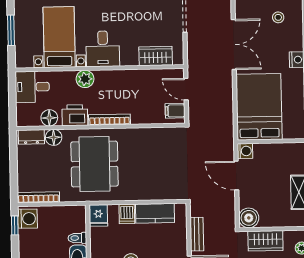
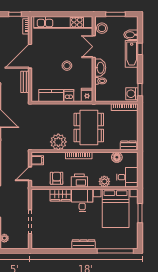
bed with nightstands: (59, 37) -> (116, 208), width x1.36
wardrobe: (156, 56) -> (60, 195), moved
plant: (85, 79) -> (104, 181), moved
armchair: (144, 83) -> (57, 178), added
door: (186, 89) -> (30, 174), swing flipped
printer: (75, 115) -> (79, 180), moved, turned 180
floor lamp: (54, 137) -> (114, 145), removed
plant: (142, 140) -> (58, 142), added

